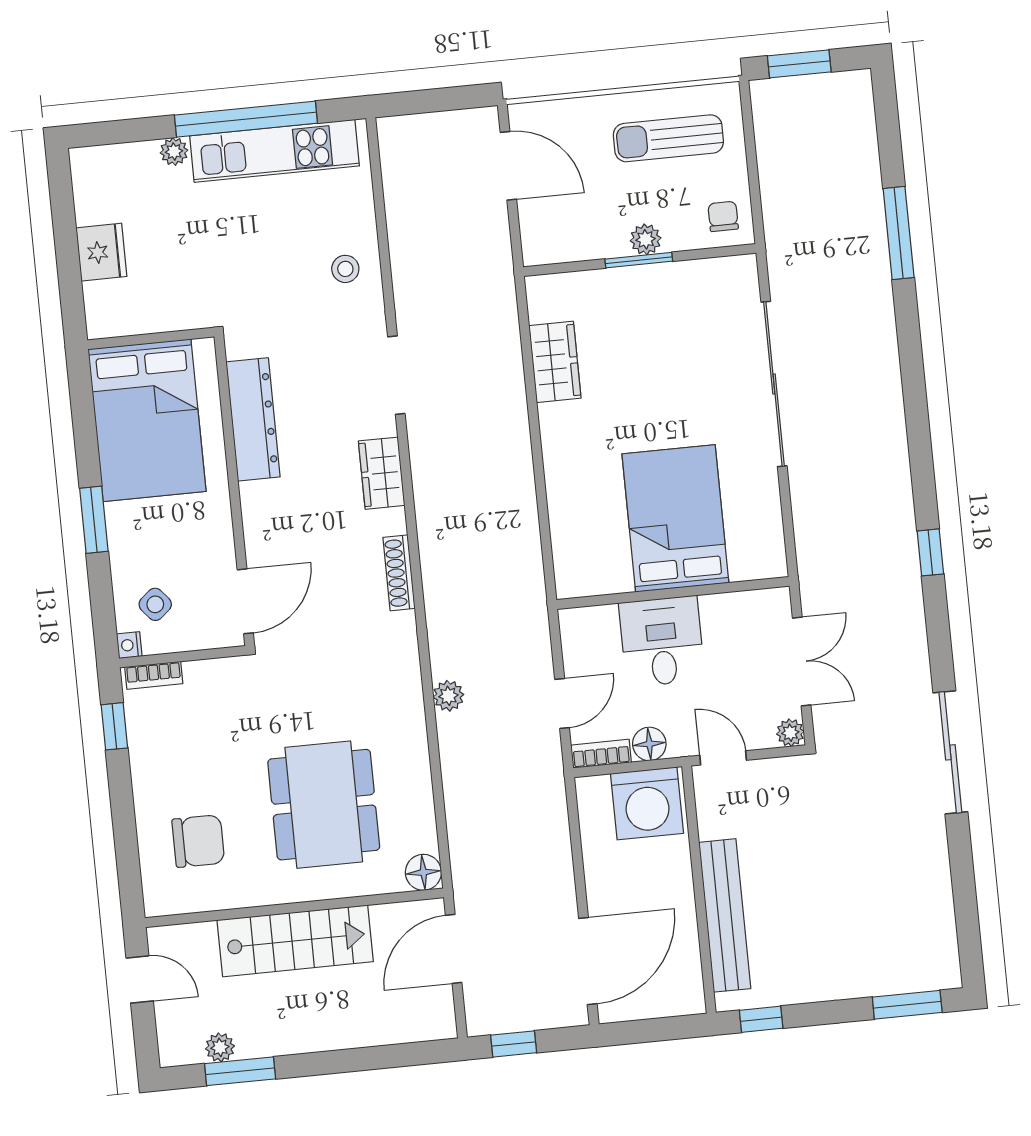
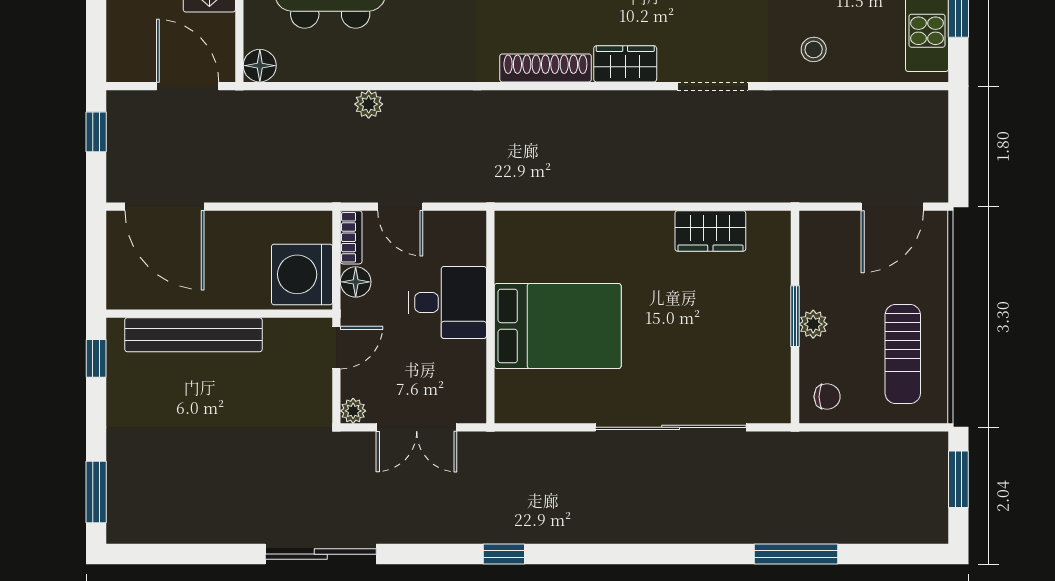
sun lounger: (668, 138) -> (903, 354), turned 180
shoe rack: (399, 573) -> (545, 68), width x1.36, depth x1.24
plant: (448, 696) -> (369, 104), moved

